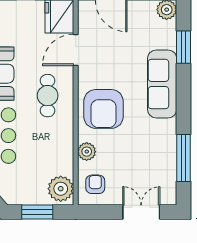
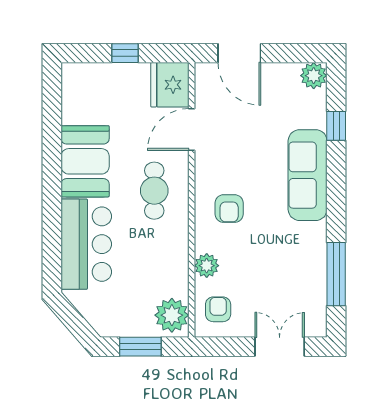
window: (184, 47) -> (336, 126), width x0.67
armchair: (103, 109) -> (229, 209), width x0.53, depth x0.53

